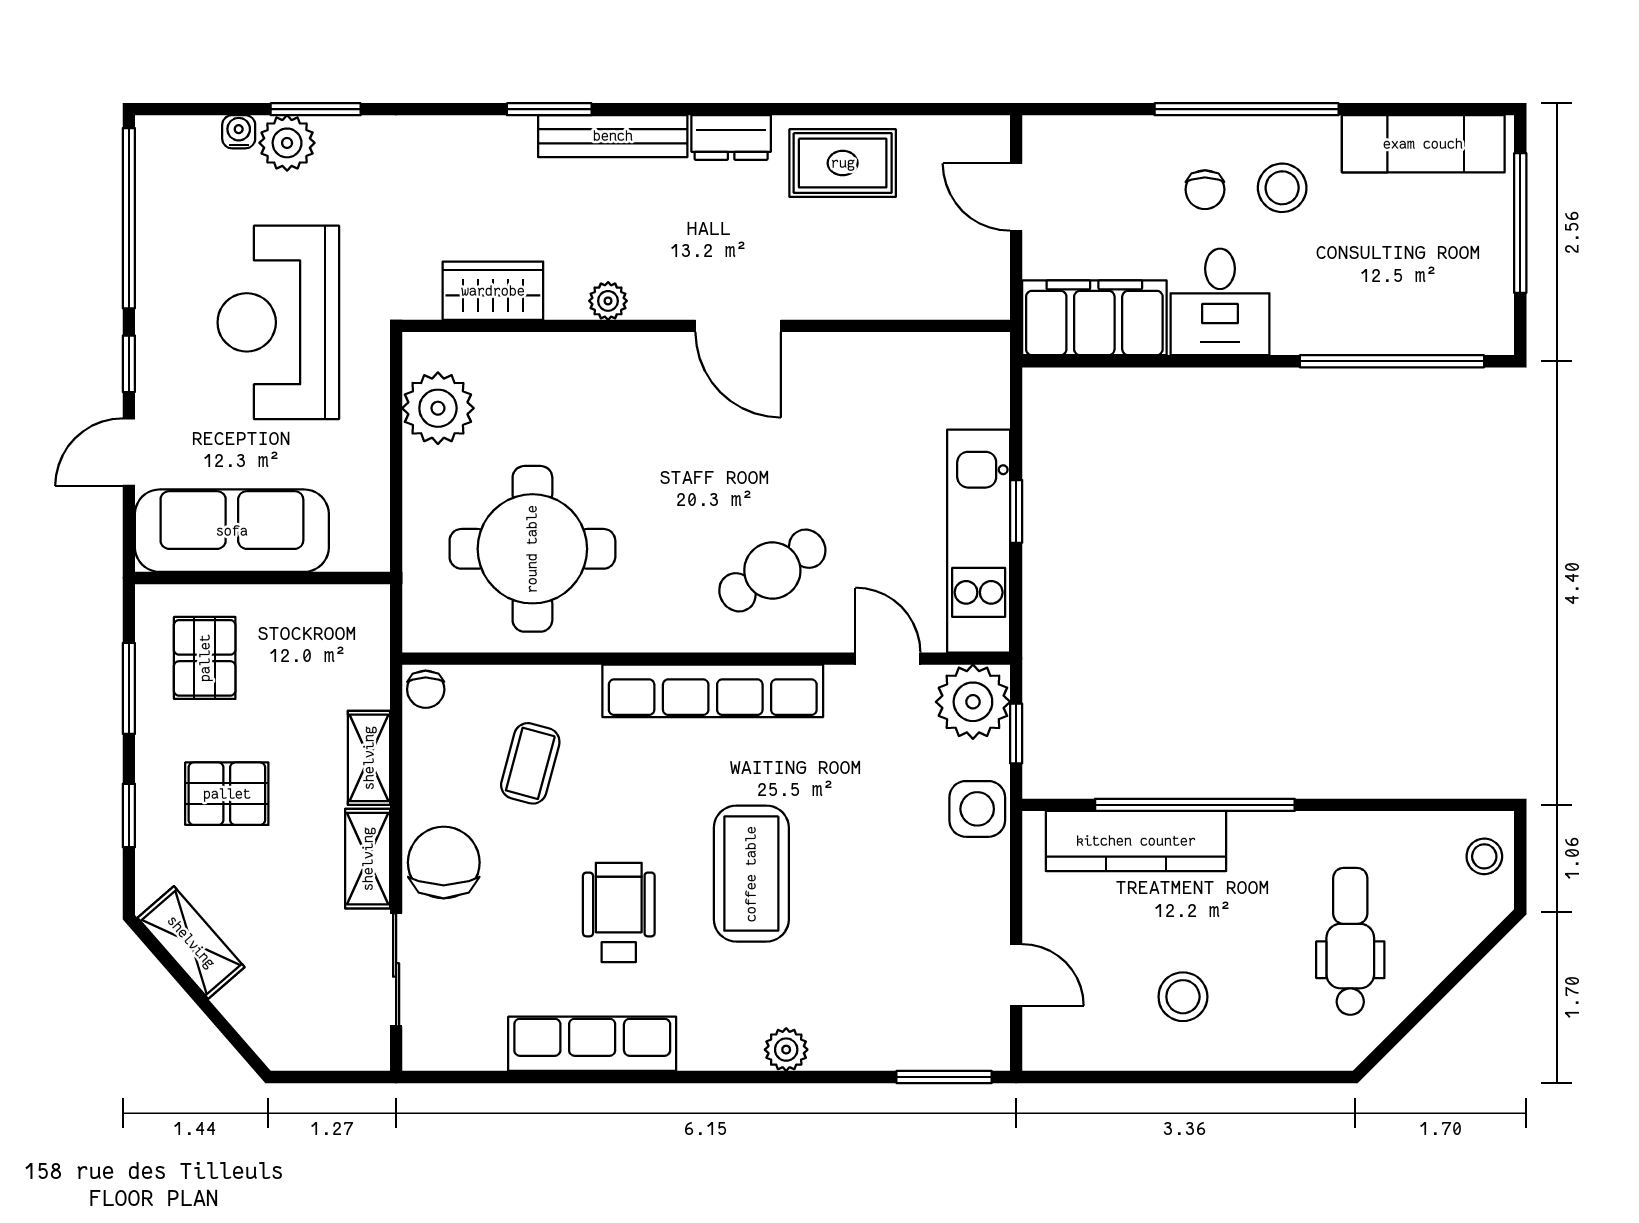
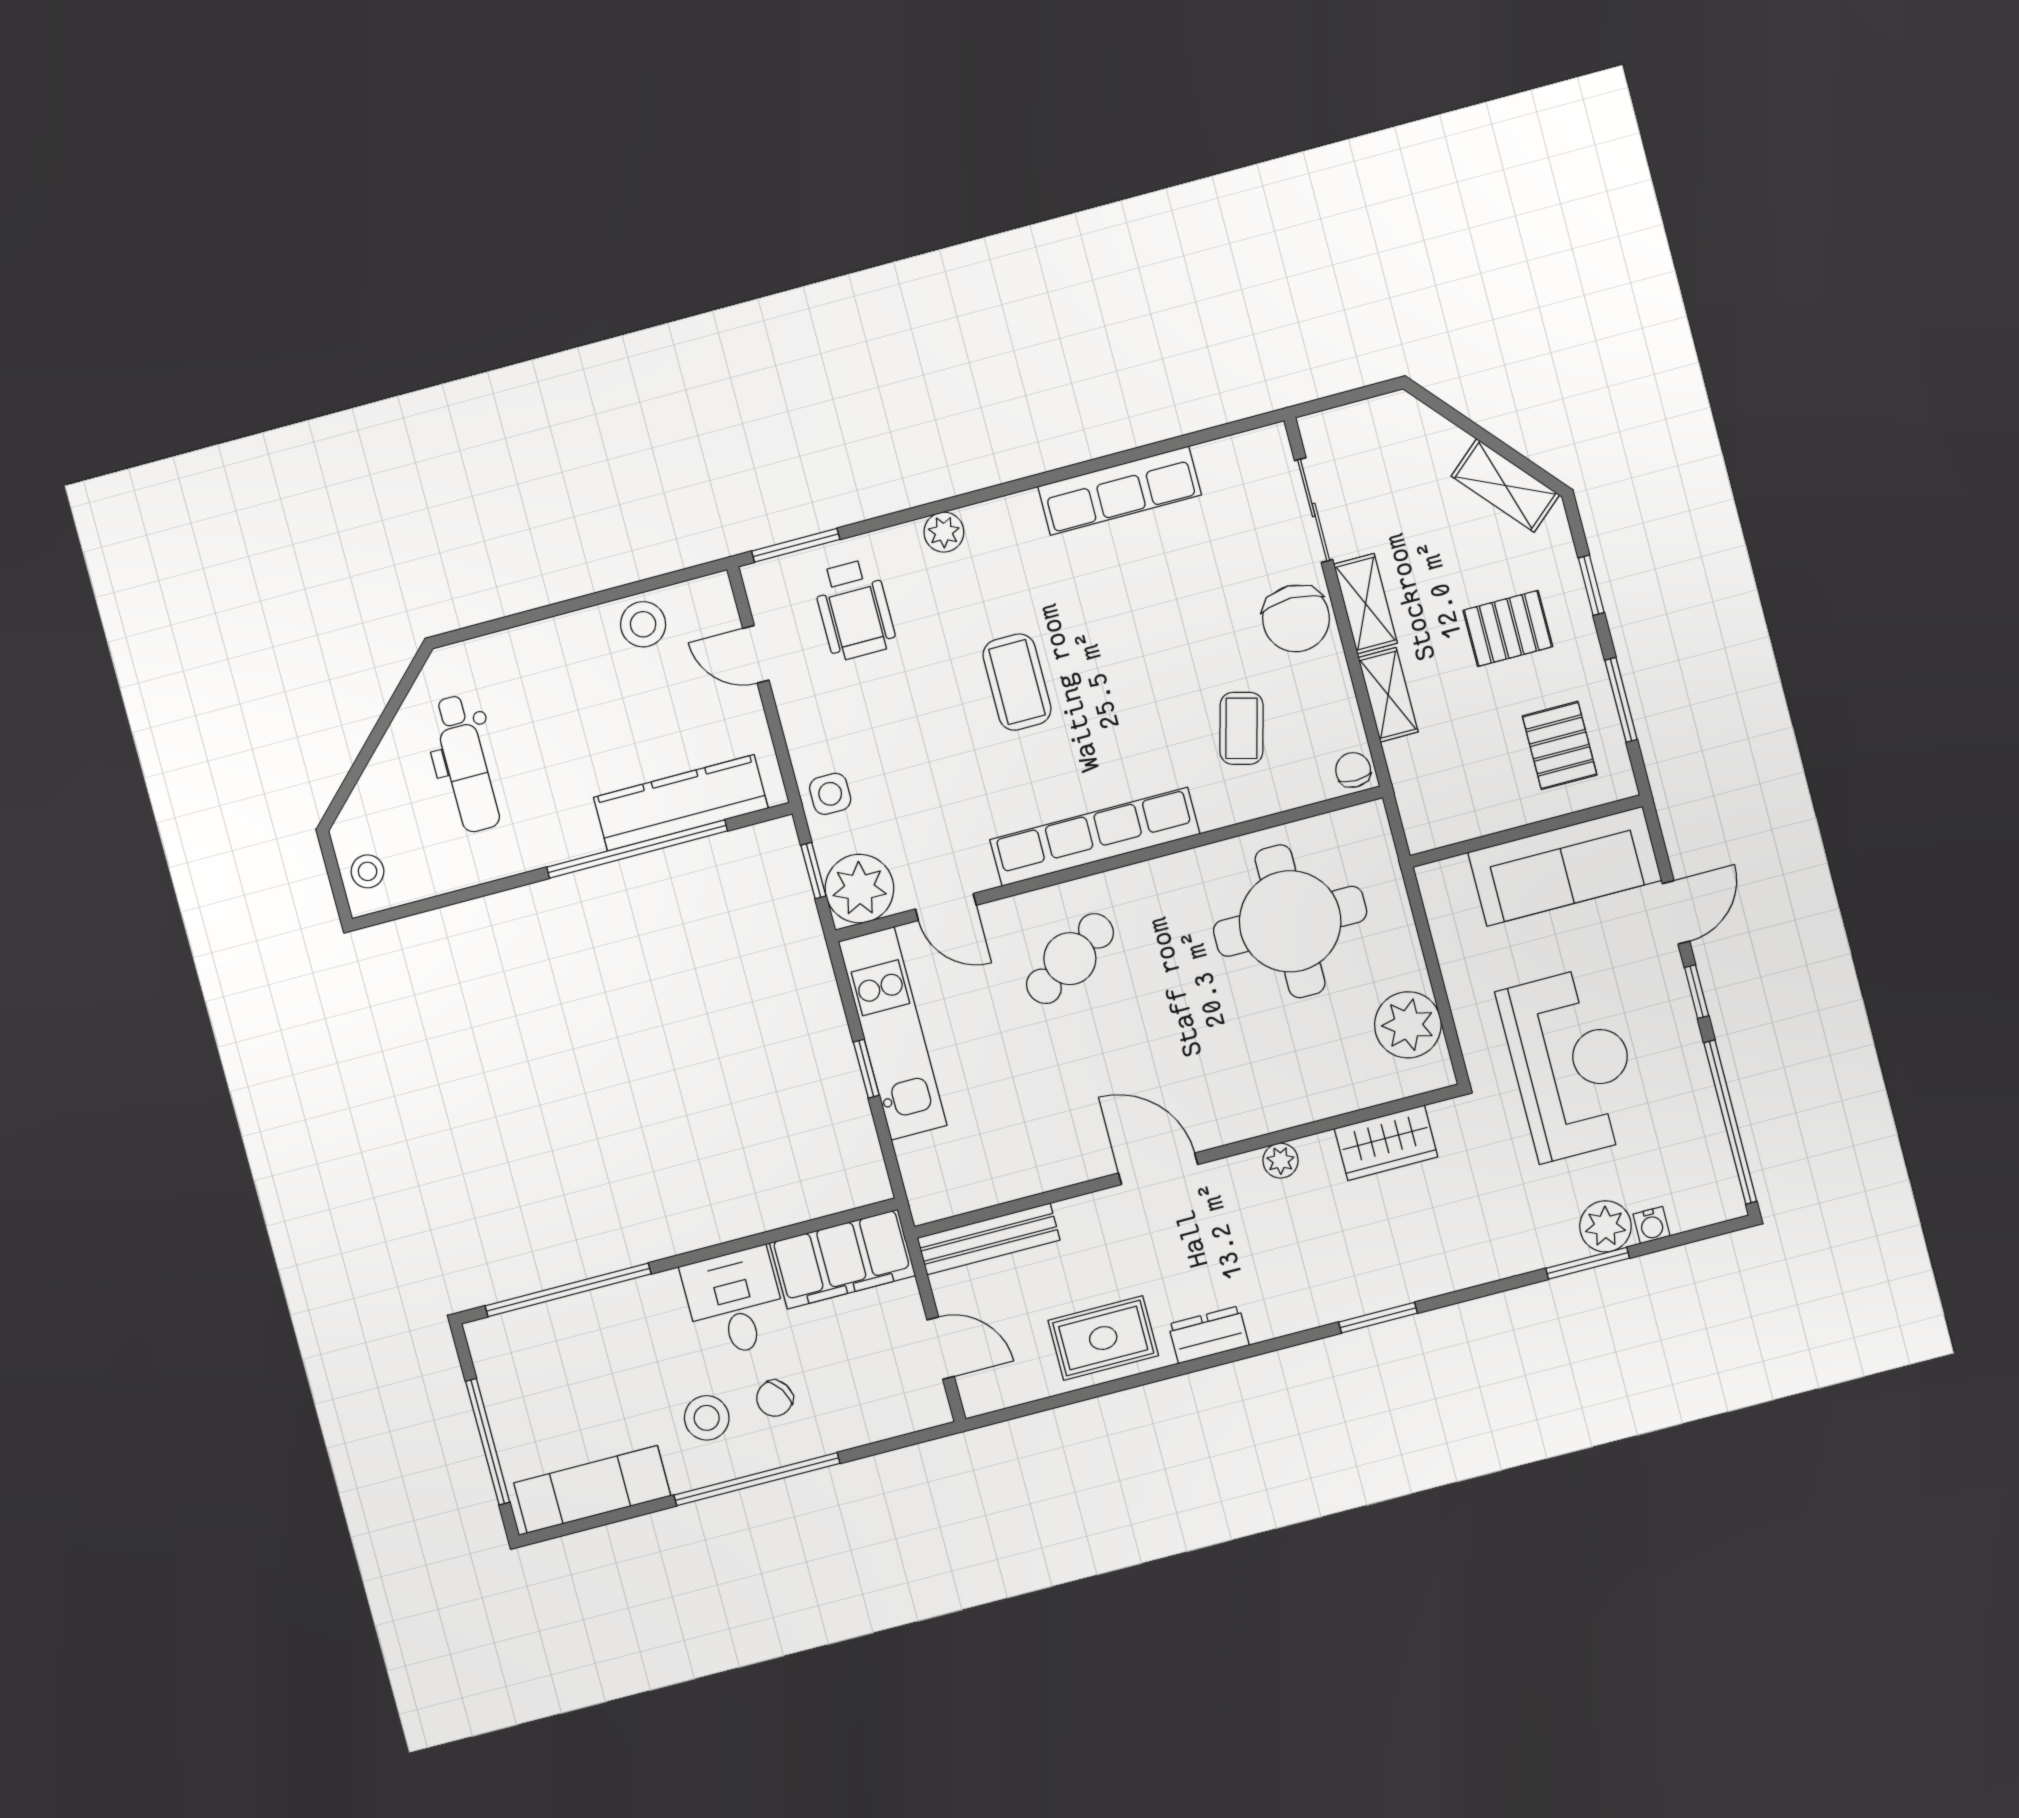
bench: (613, 136) -> (989, 1239), moved
chair: (1205, 190) -> (775, 1398), turned -123
side table: (977, 809) -> (830, 794), width x0.73, depth x0.73
coffee table: (751, 874) -> (1017, 682), width x0.73, depth x0.76
wheelchair: (619, 912) -> (854, 610), moved
stool: (1183, 997) -> (643, 624), moved

